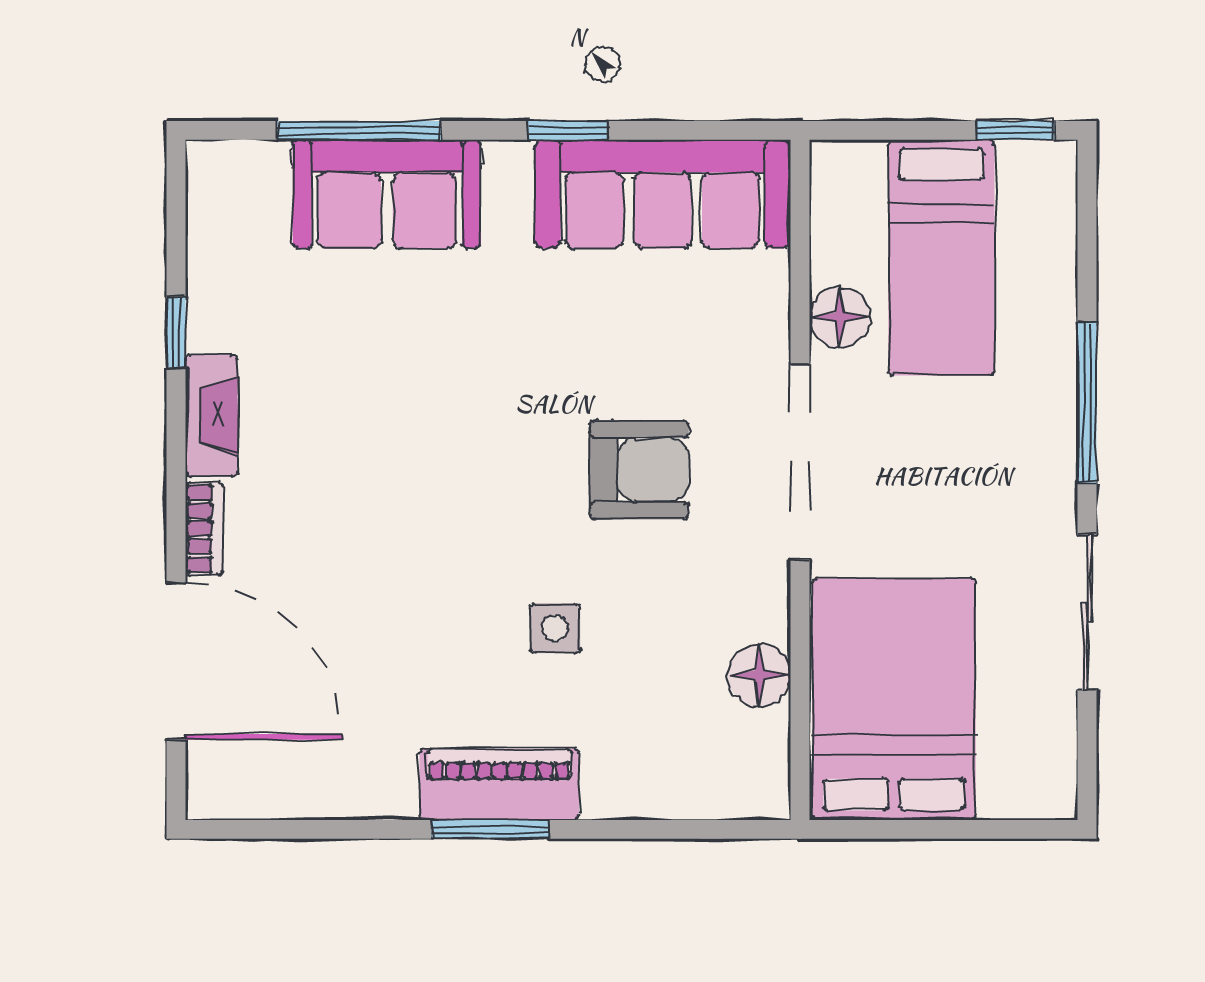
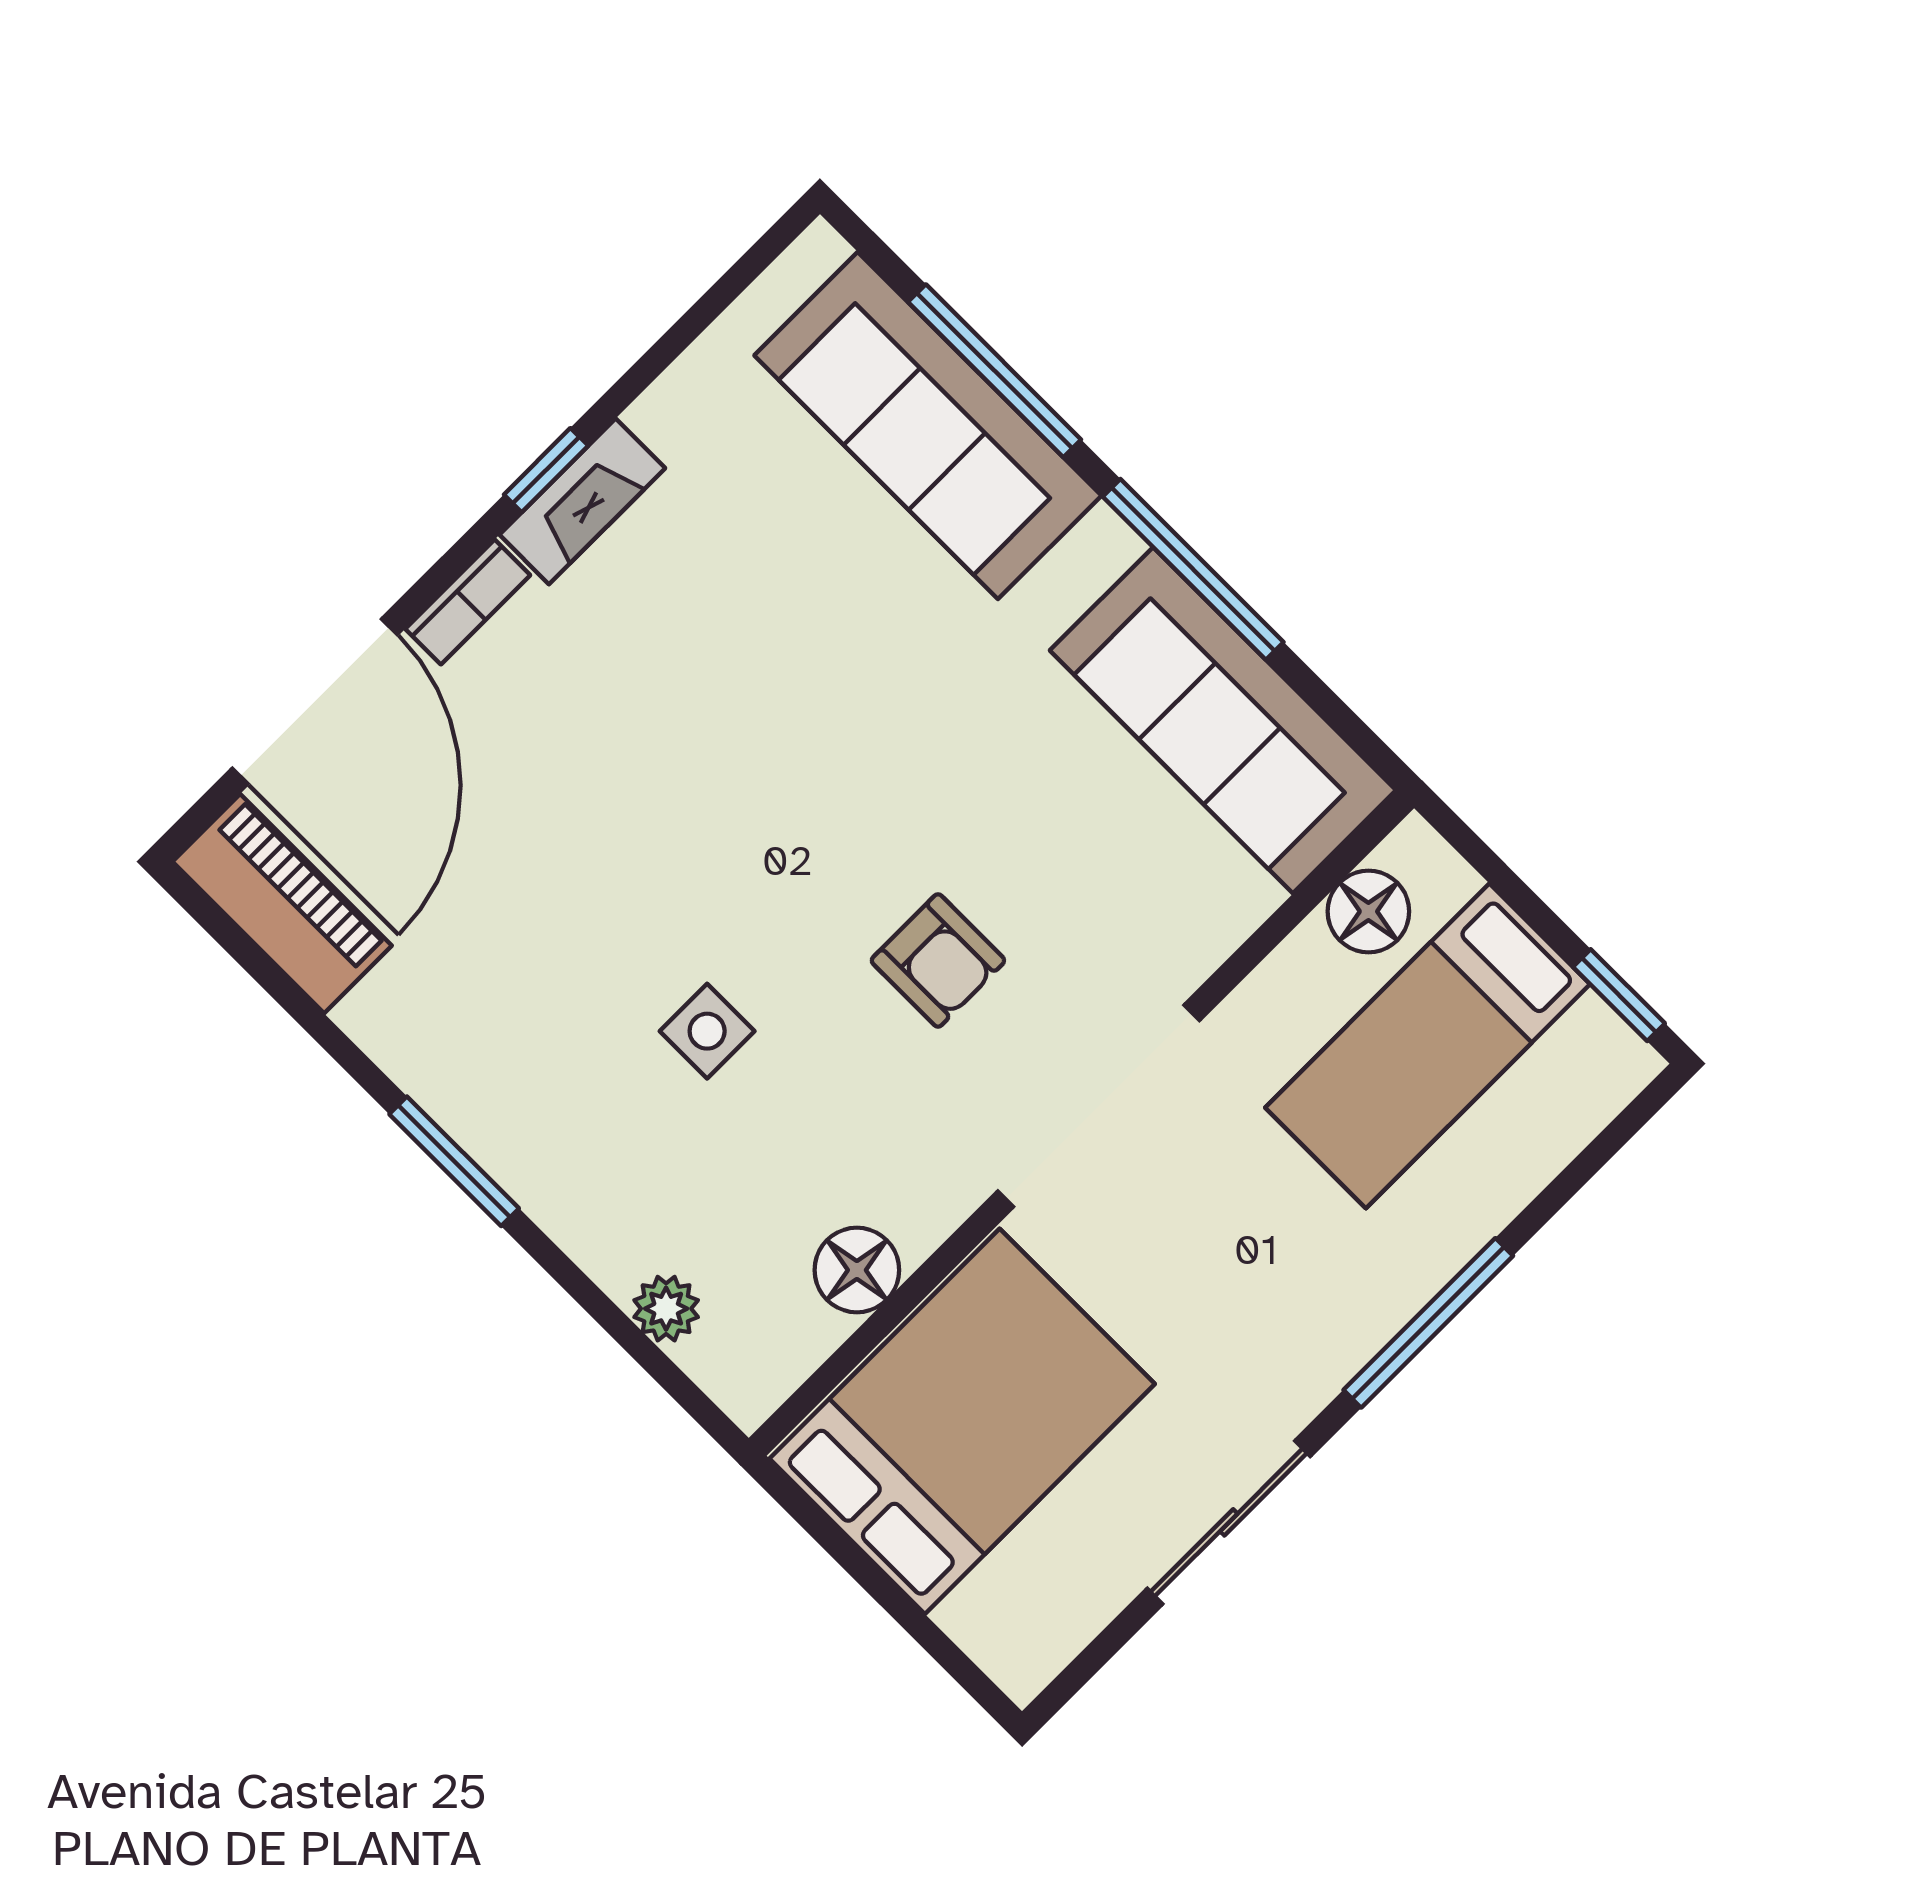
window: (568, 130) -> (1193, 569), width x2.17
sofa: (387, 194) -> (928, 425), width x1.36
floor lamp: (840, 317) -> (1368, 911), moved
window: (176, 332) -> (546, 470), moved
armchair: (639, 470) -> (938, 960), width x0.72, depth x0.72
piano: (499, 784) -> (282, 904), moved
plant: (679, 795) -> (666, 1309), added

